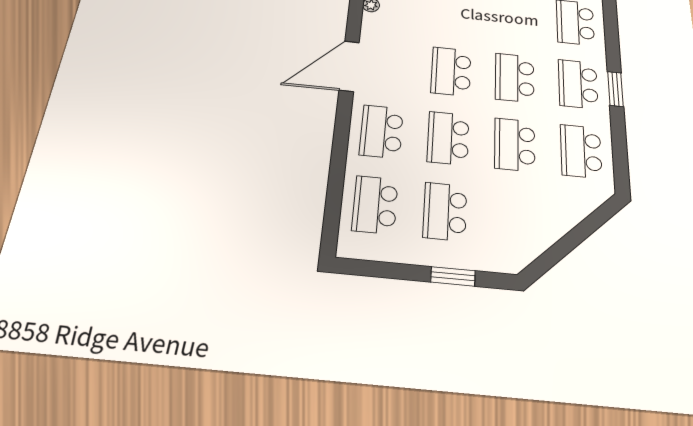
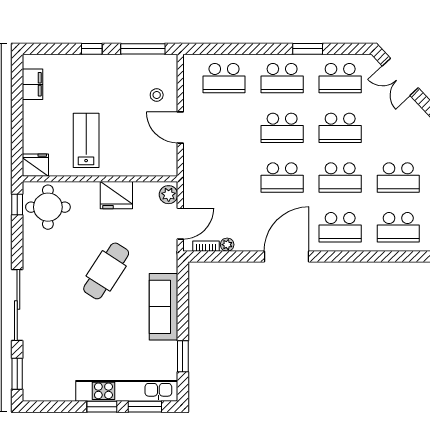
door: (349, 66) -> (286, 257), swing flipped
window: (615, 89) -> (308, 49), moved
double door: (586, 228) -> (400, 77), added

